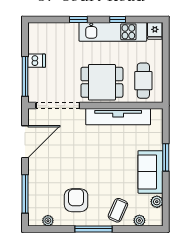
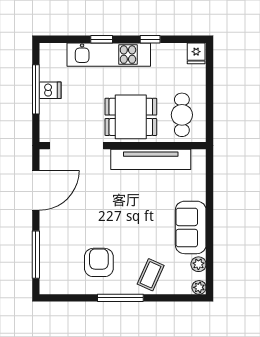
kitchen unit: (113, 32) -> (109, 55), moved
window: (25, 76) -> (36, 89), moved
window: (166, 157) -> (210, 210), removed
plant: (139, 220) -> (199, 287), moved
plant: (48, 221) -> (64, 288), removed

